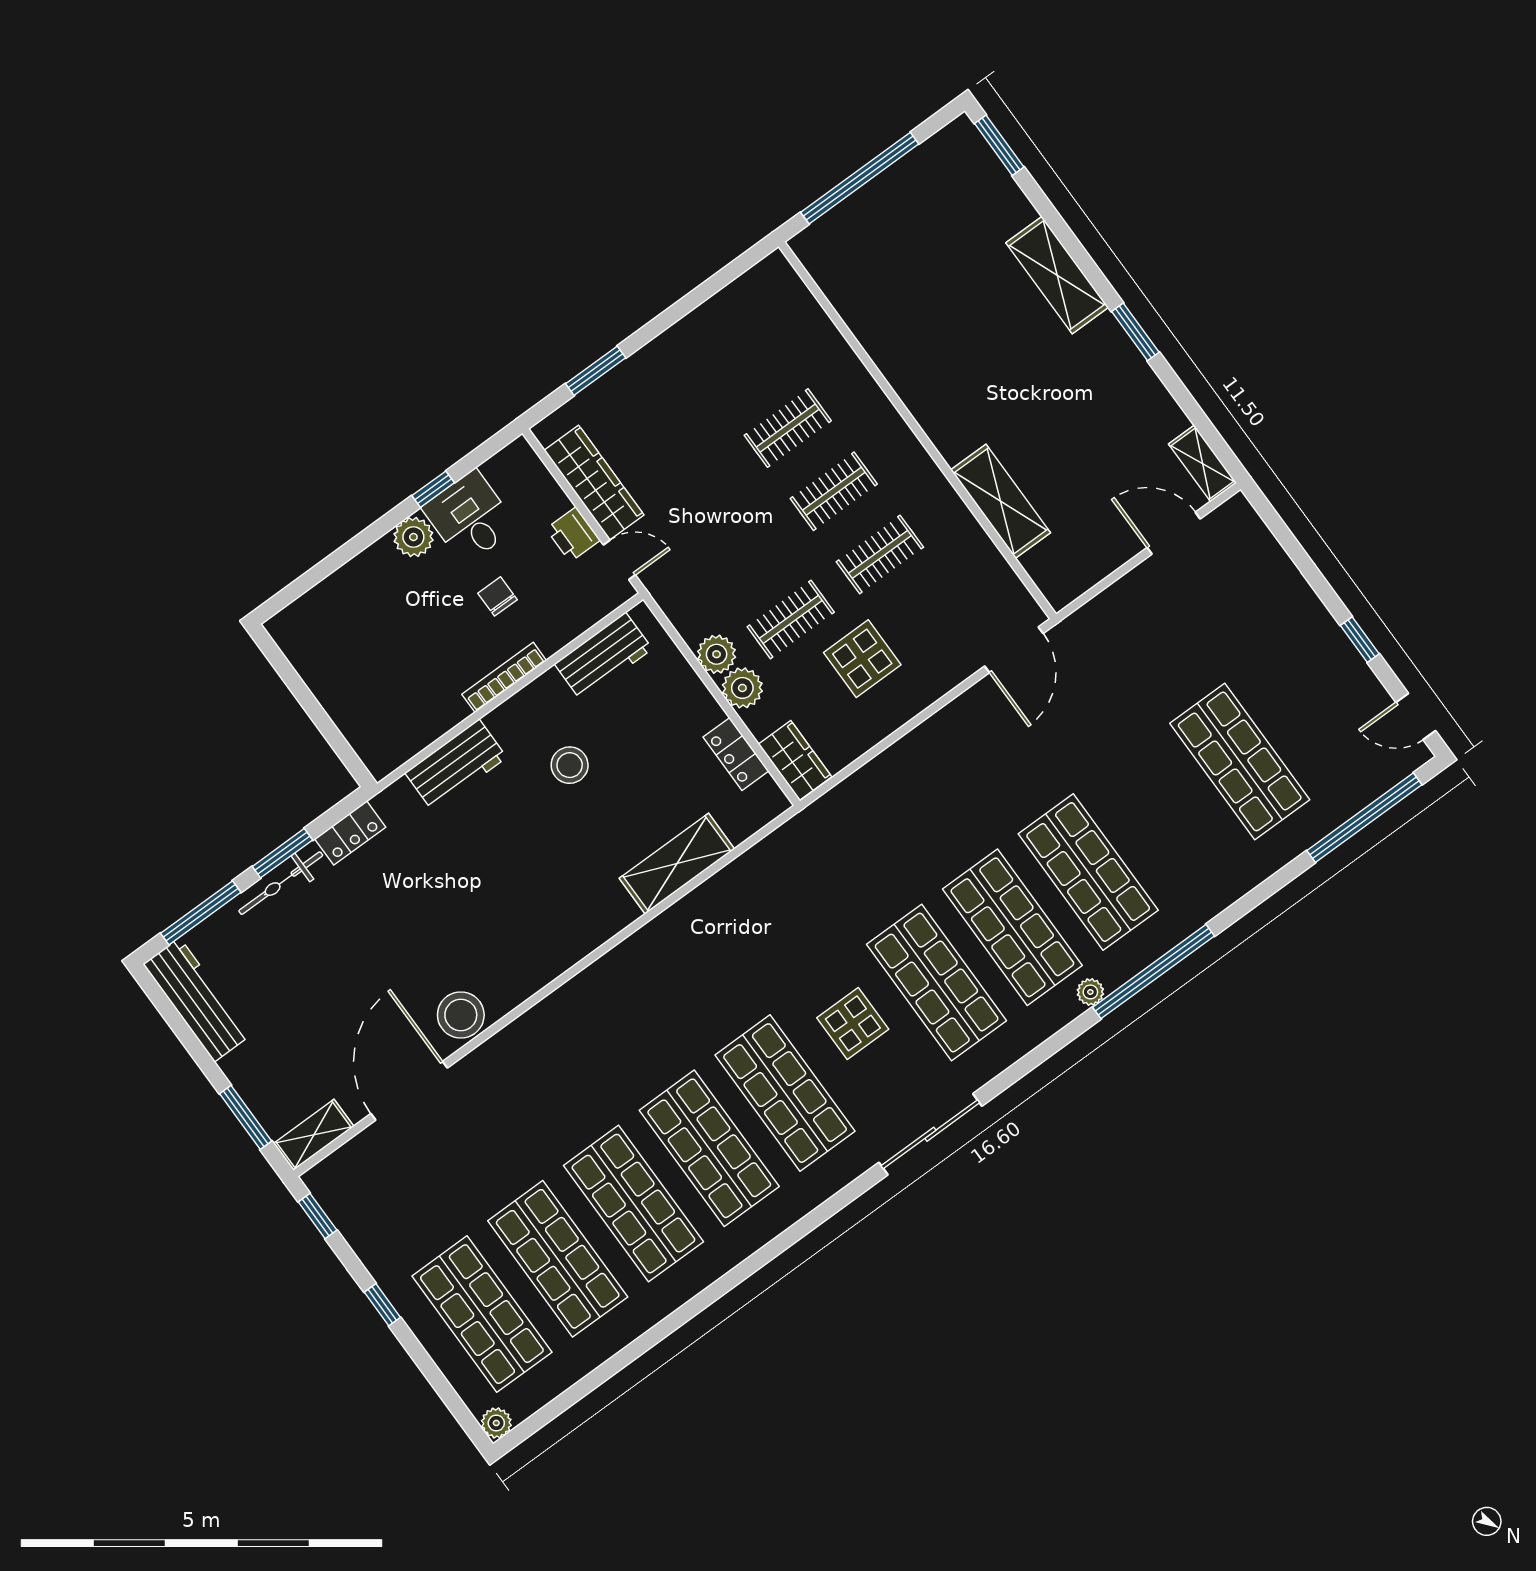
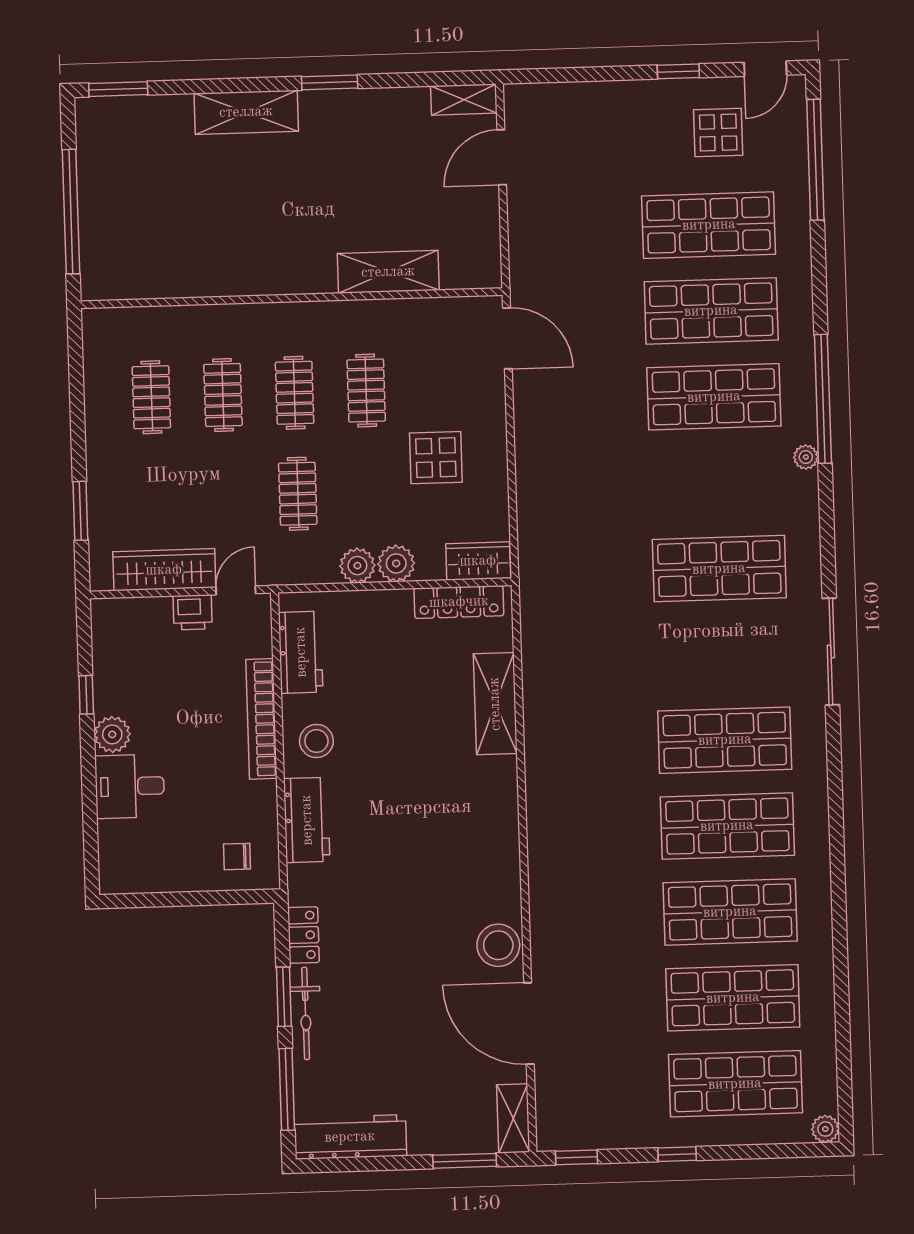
clothes rail: (742, 365) -> (151, 397), added
desk: (470, 517) -> (130, 786), moved
chair: (498, 596) -> (237, 857), moved
clothes rail: (791, 619) -> (298, 494), moved
bookcase: (504, 677) -> (261, 719), width x1.48, depth x1.31
locker: (736, 754) -> (459, 602), width x1.53
stool: (570, 765) -> (316, 741), moved
shop shelf: (1012, 927) -> (711, 311), moved
display table: (853, 1023) -> (718, 133), moved

